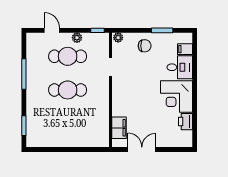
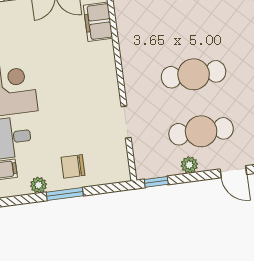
window: (162, 30) -> (65, 194), moved
plant: (118, 38) -> (39, 185), moved

